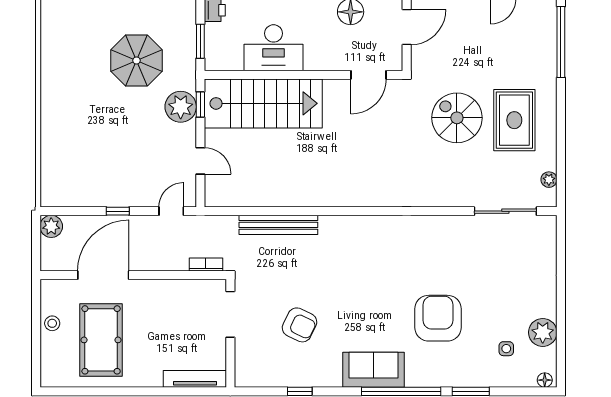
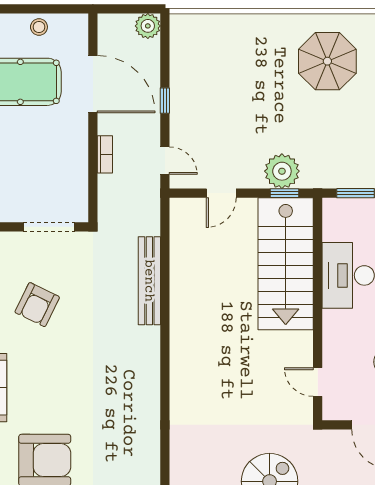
parasol: (137, 60) -> (327, 61), moved
door: (369, 75) -> (318, 382), width x0.73
bookcase: (206, 265) -> (105, 154), moved

